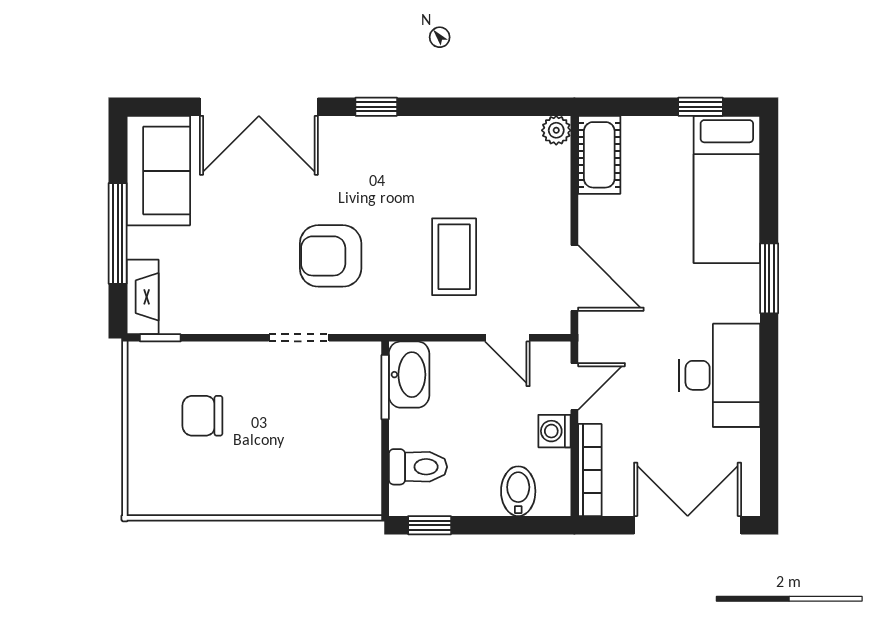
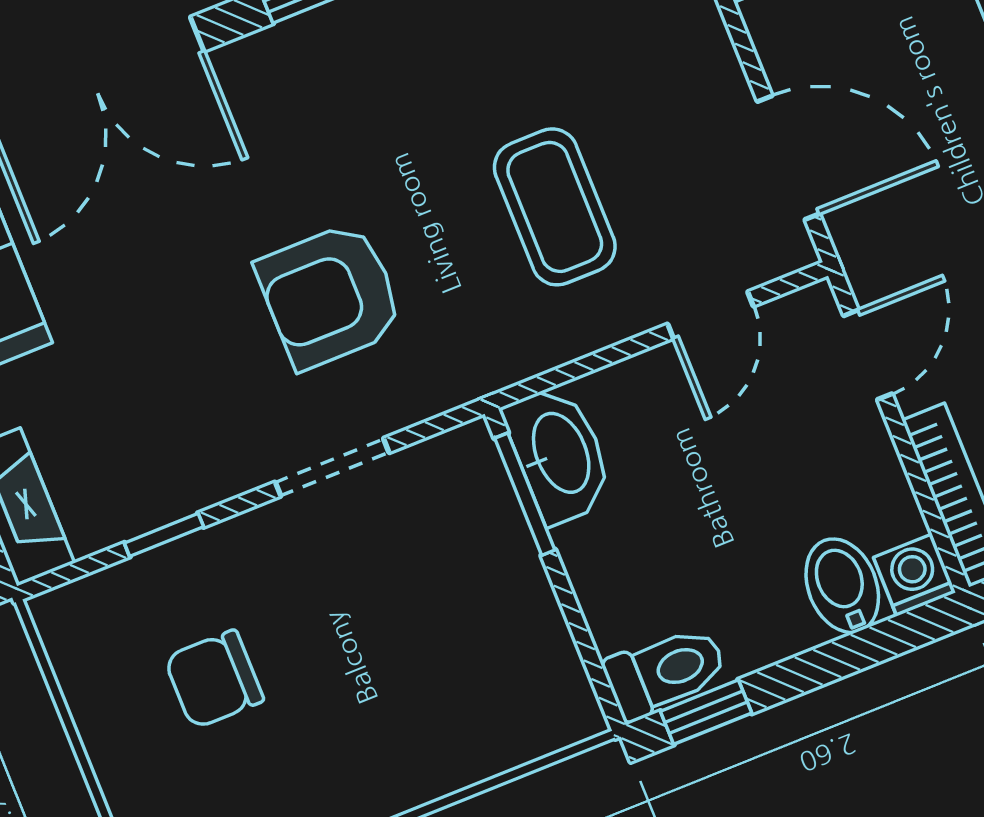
window: (160, 338) -> (164, 535), moved
door: (507, 338) -> (711, 315), hinge flipped
washing machine: (555, 431) -> (915, 575), moved, turned 90
toilet: (418, 467) -> (665, 672), moved

